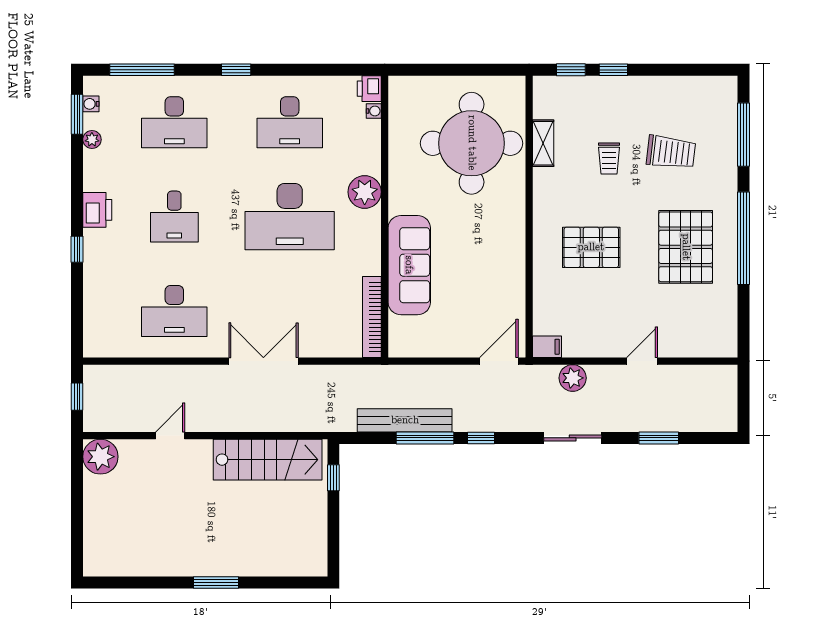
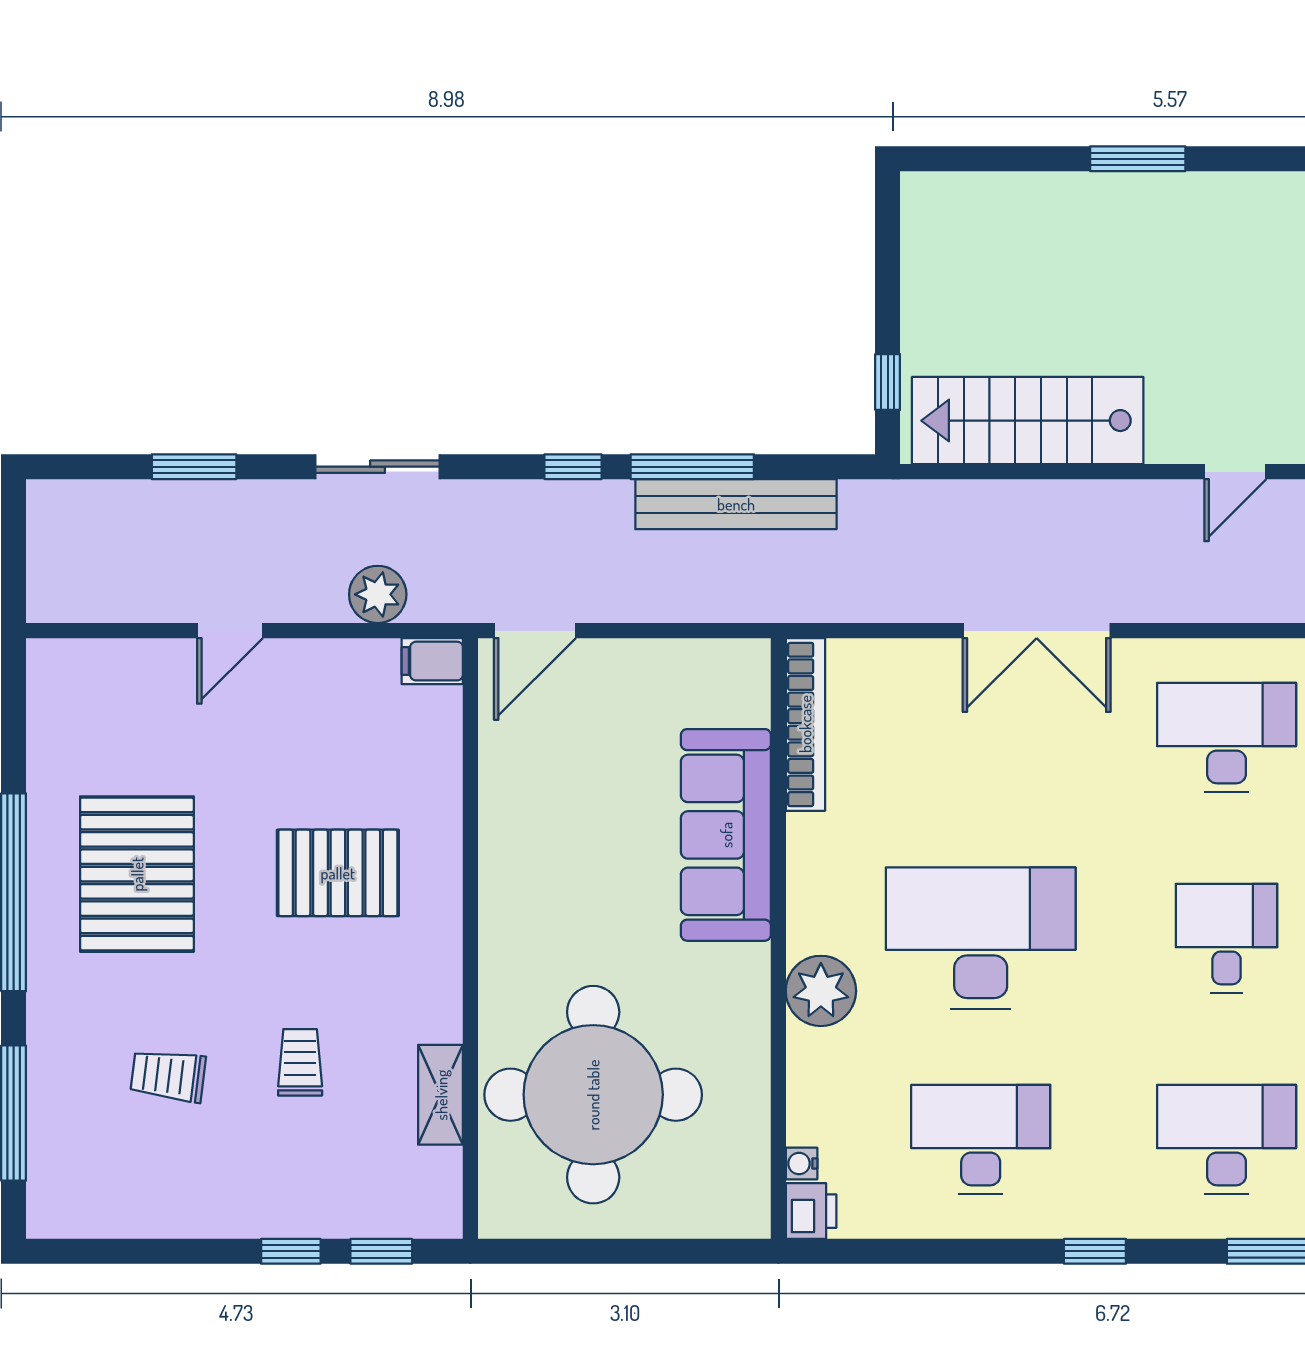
trolley: (671, 152) -> (168, 1076), width x0.73, depth x0.72

